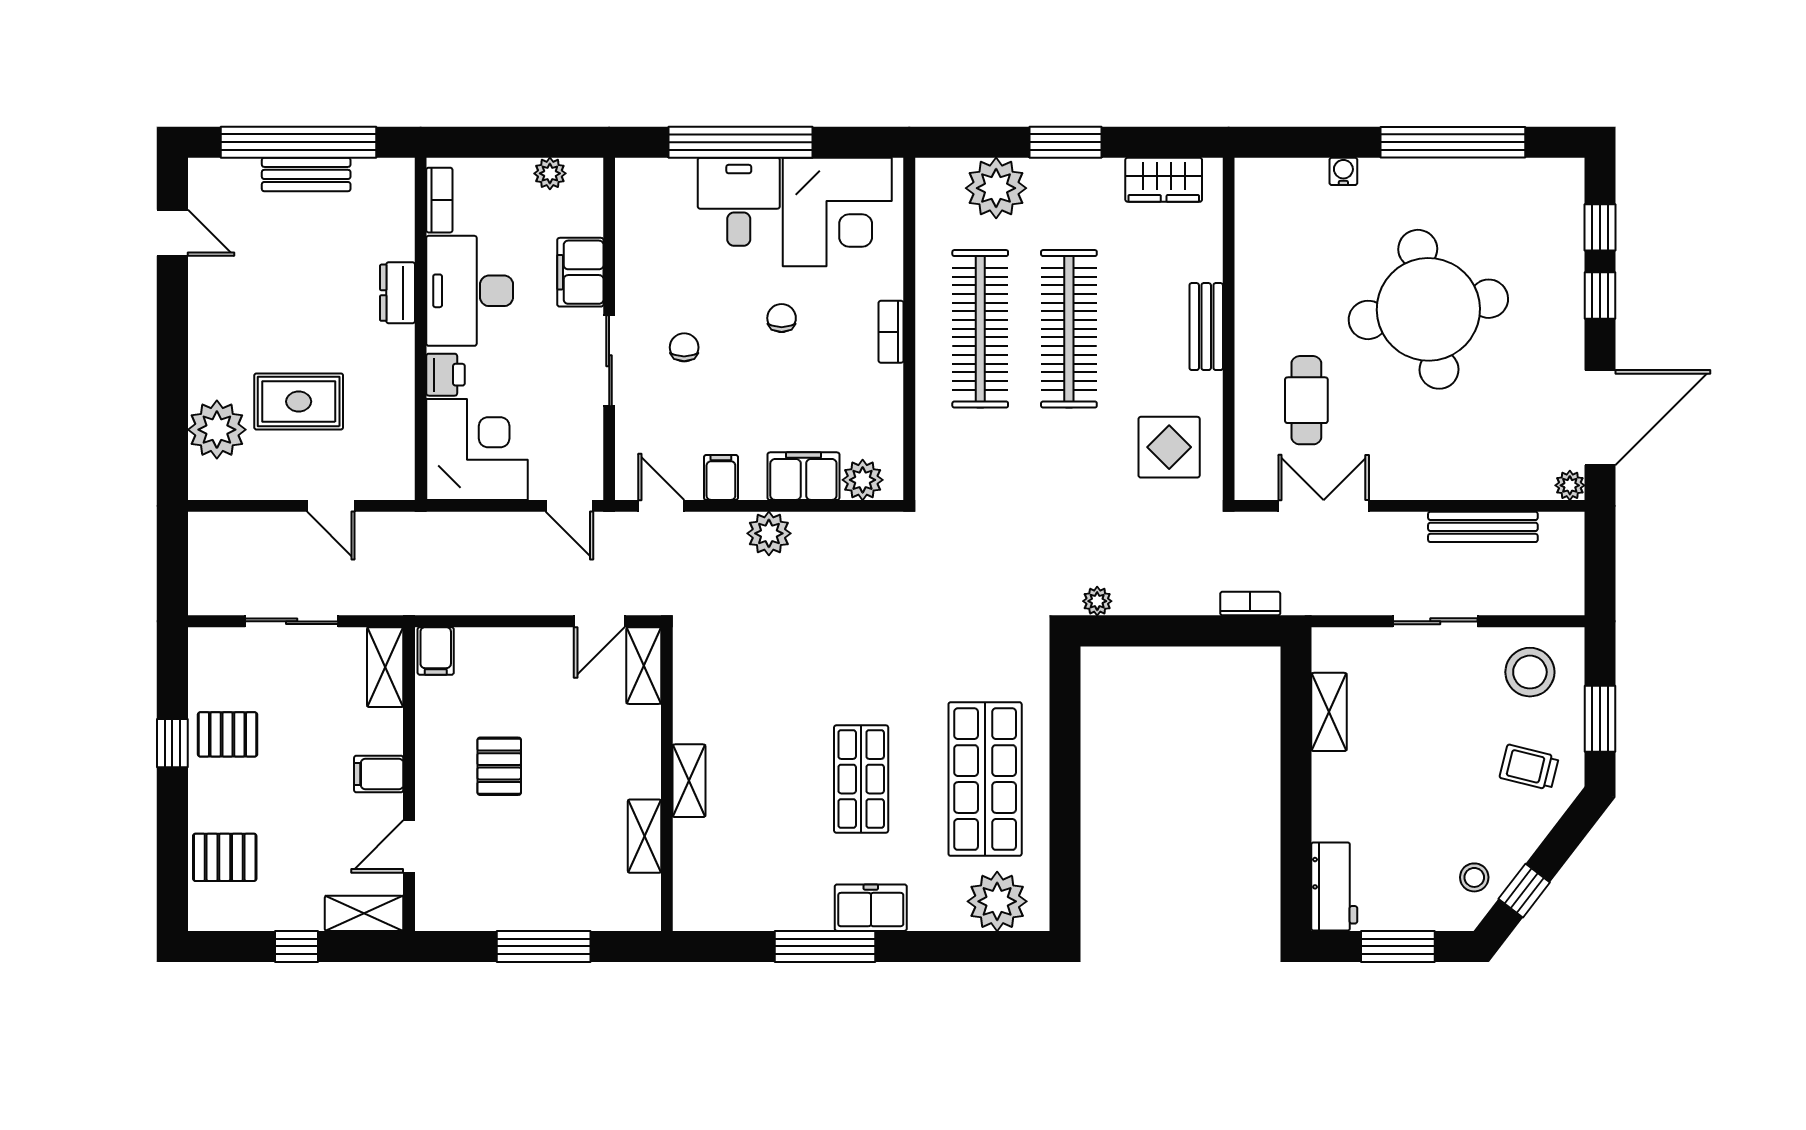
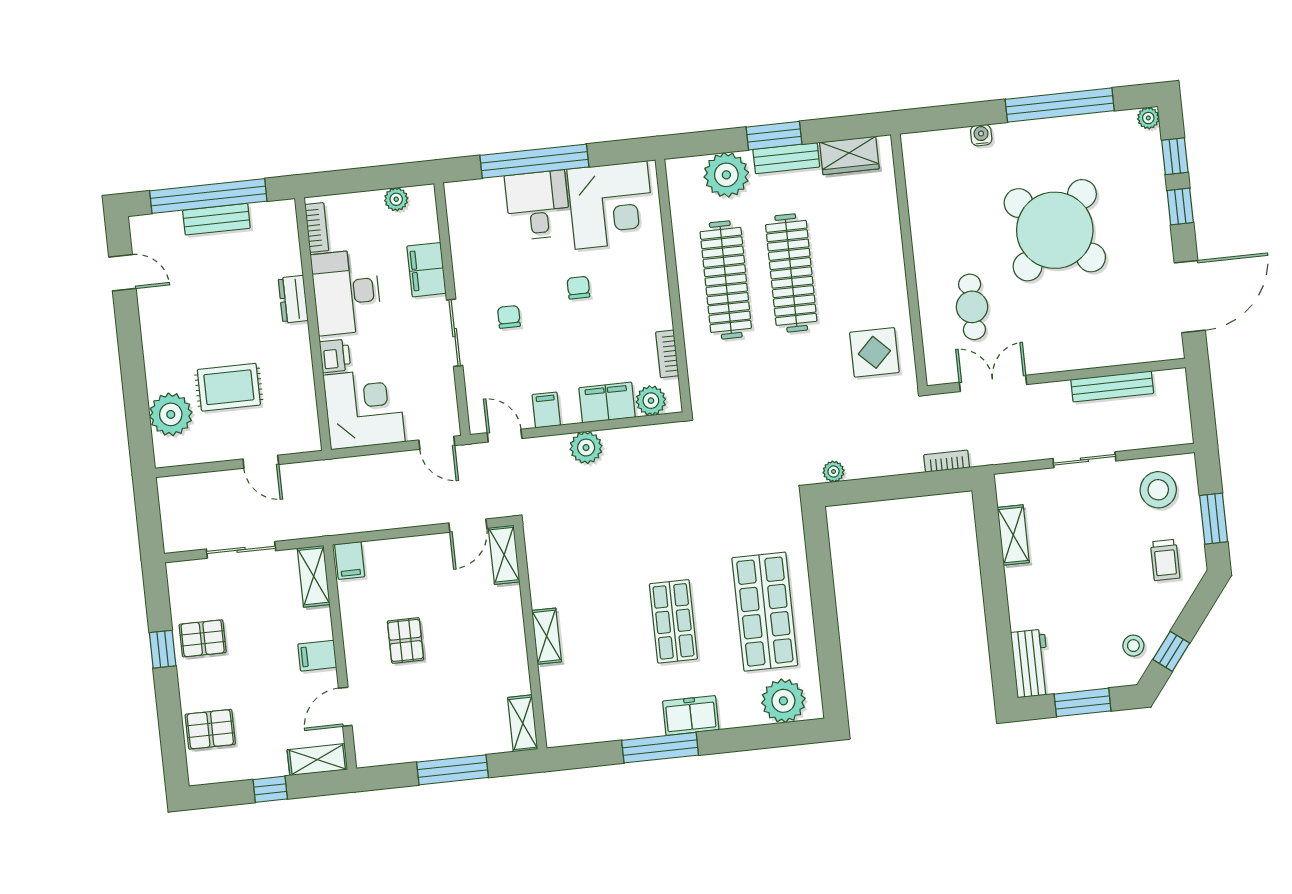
round table: (1428, 309) -> (1055, 230), turned -37
bench: (1206, 327) -> (786, 158), moved, turned 90
bookcase: (891, 332) -> (667, 354), moved
plant: (1570, 485) -> (1148, 118), moved
trolley: (1529, 767) -> (1165, 560), turned -104
shelving: (644, 836) -> (523, 723), moved

